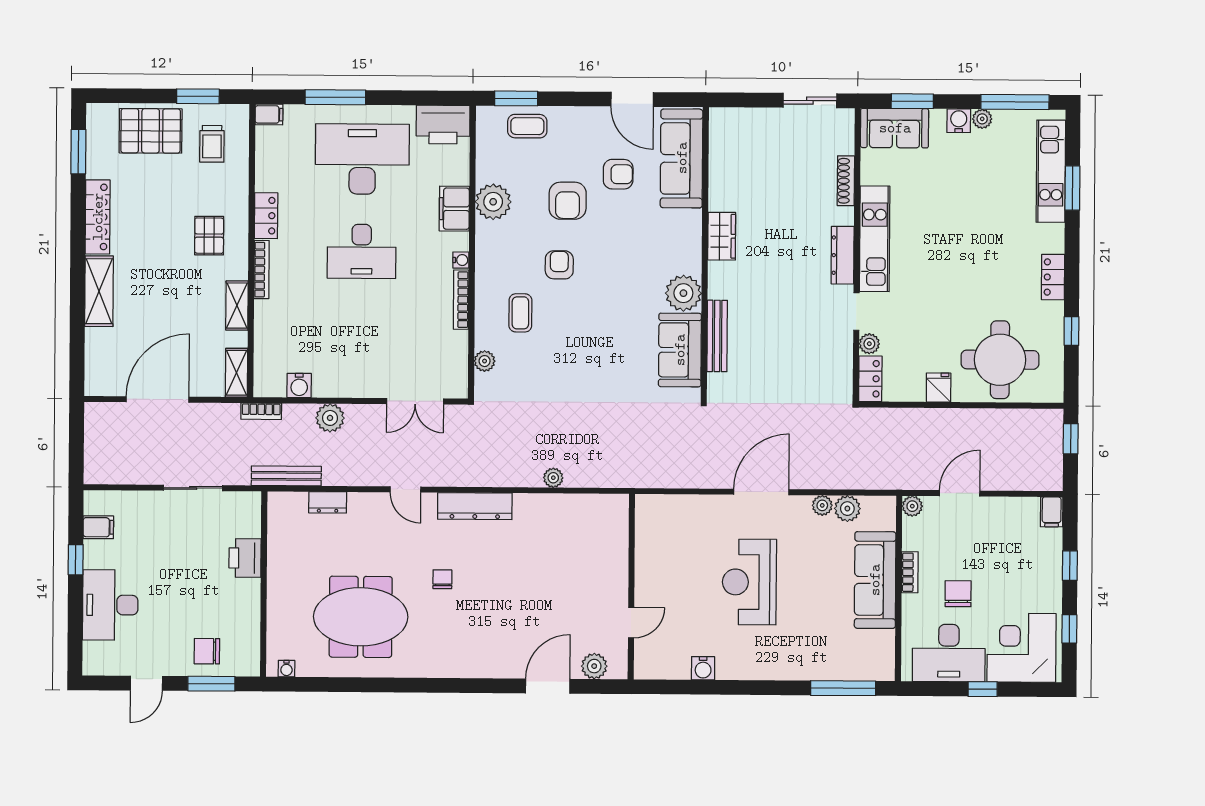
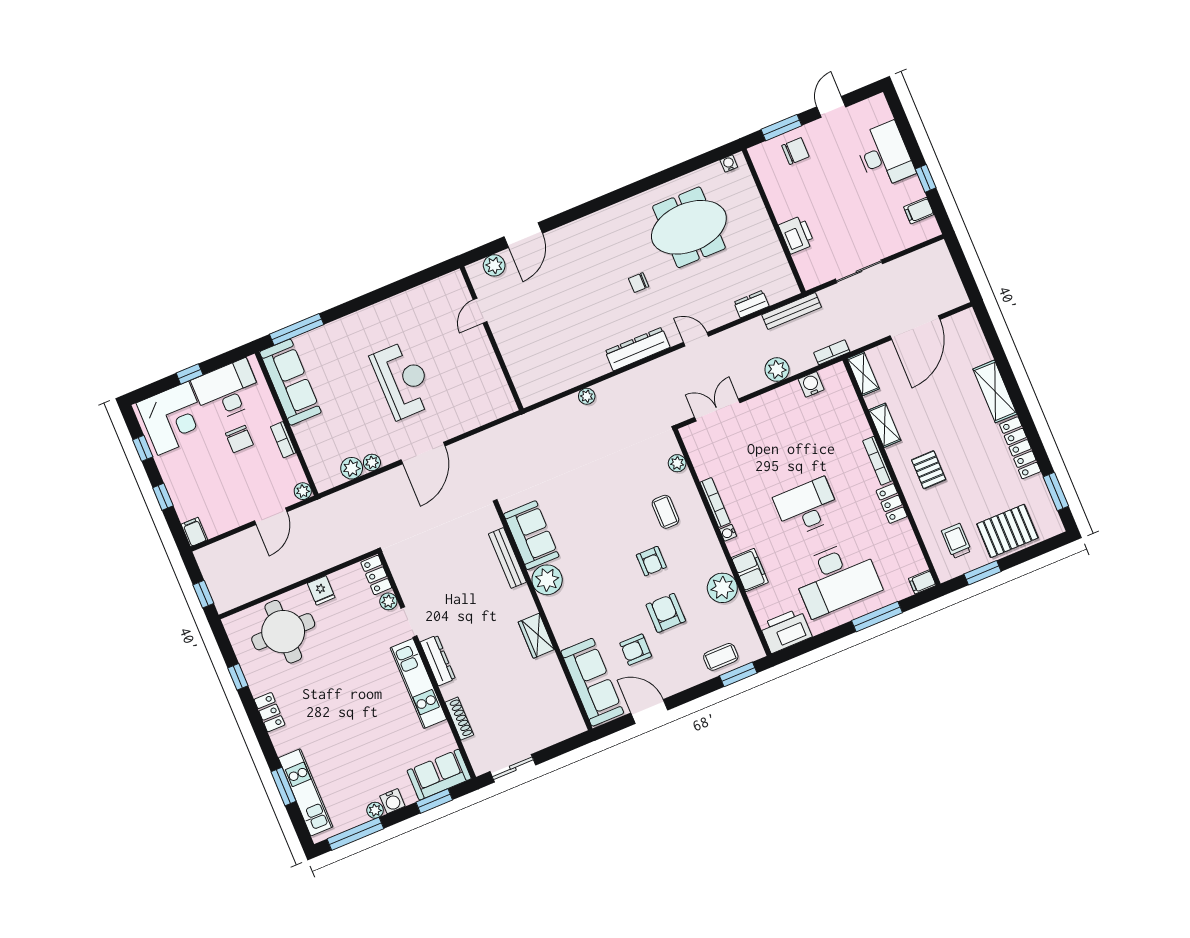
chair: (442, 579) -> (639, 283), turned 90
sofa: (875, 580) -> (290, 382), moved
water cooler: (703, 668) -> (410, 299), removed

